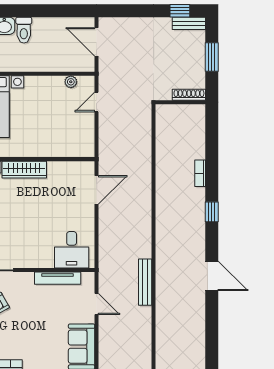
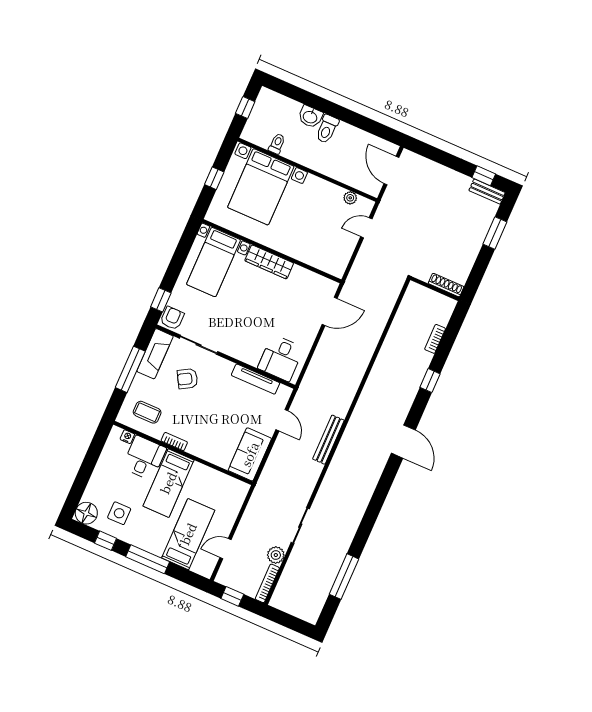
shoe rack: (189, 95) -> (446, 285), moved
wall: (180, 102) -> (435, 289), moved
bench: (145, 282) -> (328, 440), moved

